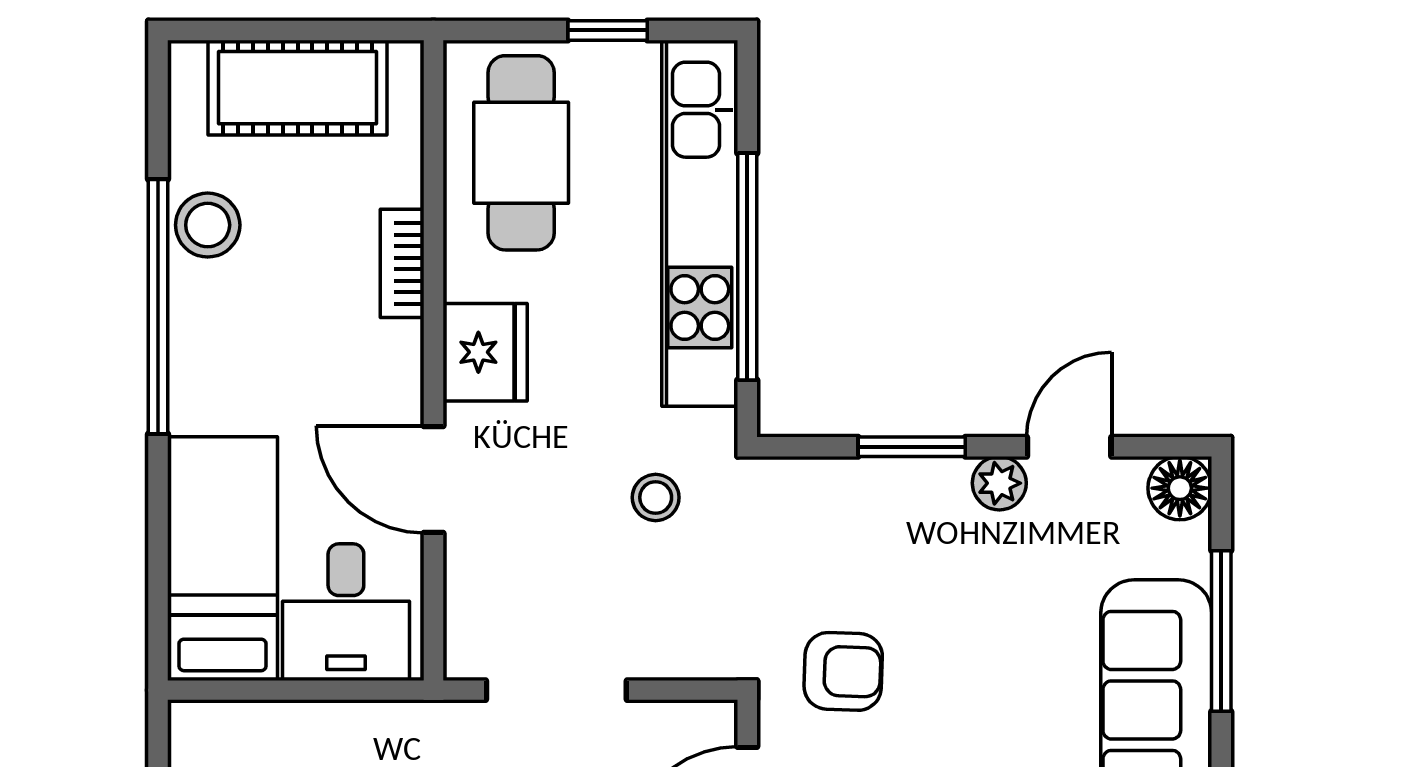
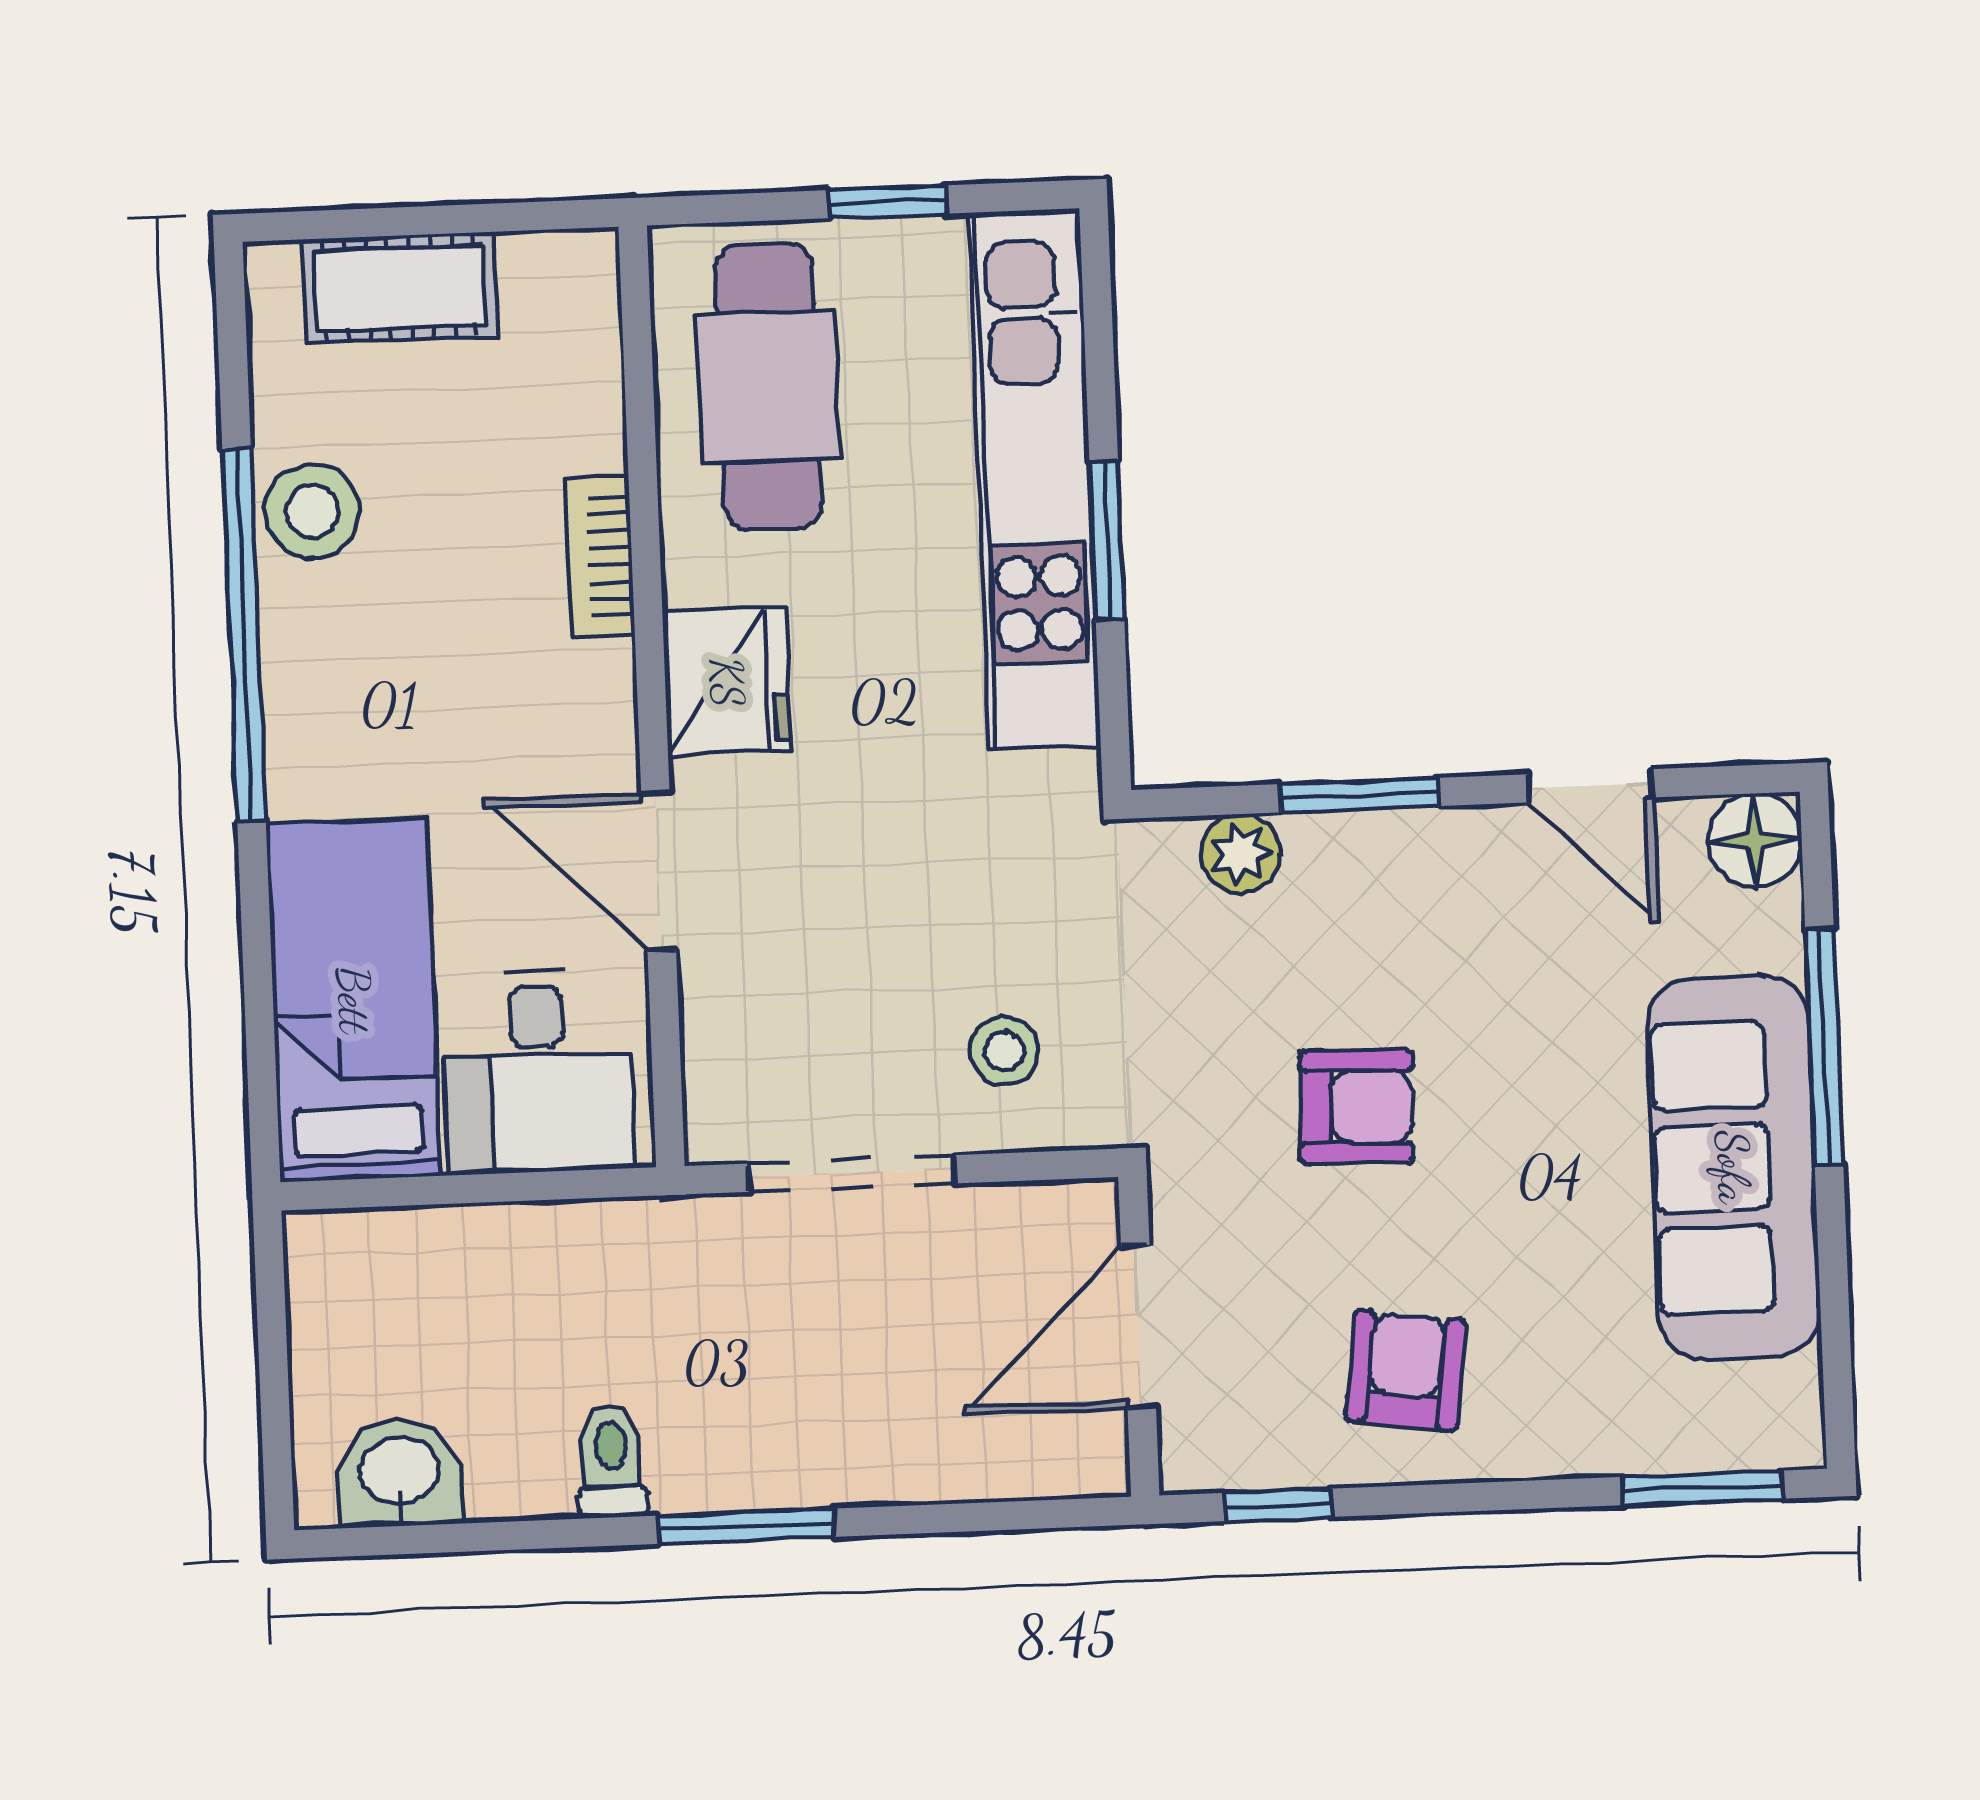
cot: (298, 88) -> (400, 288), width x0.73, depth x0.75
window: (747, 267) -> (1107, 540), width x0.47
door: (1069, 447) -> (1590, 786), swing flipped
plant: (999, 483) -> (1241, 853), moved
stool: (656, 497) -> (1005, 1051), moved
armchair: (843, 671) -> (1356, 1107), moved

